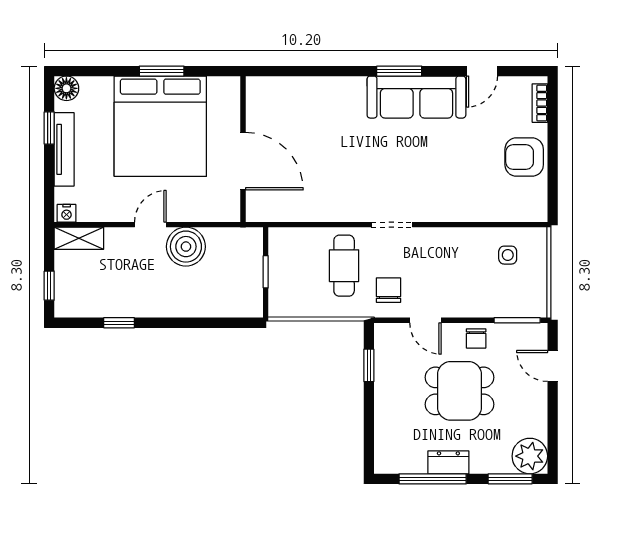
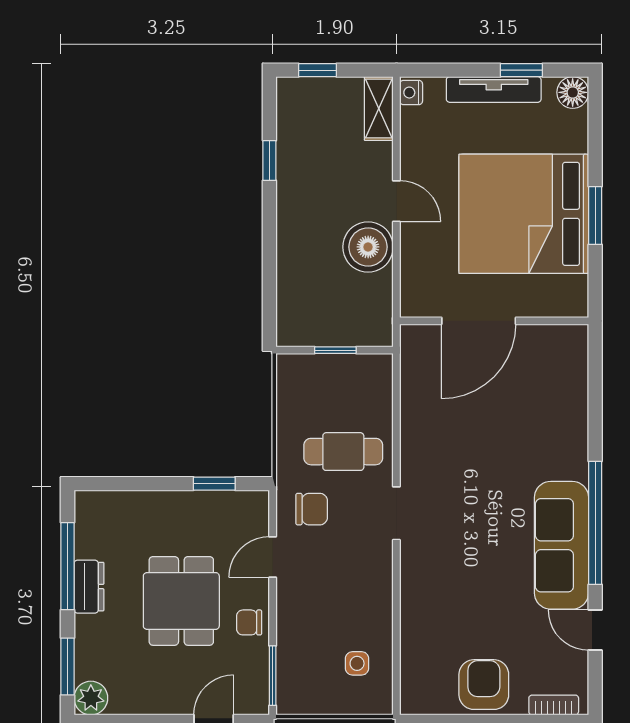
window: (399, 71) -> (595, 523), width x2.11
plant: (530, 456) -> (91, 698), width x0.73, depth x0.73

